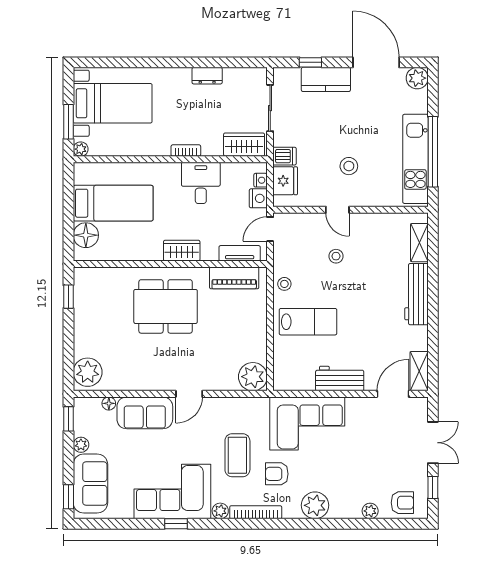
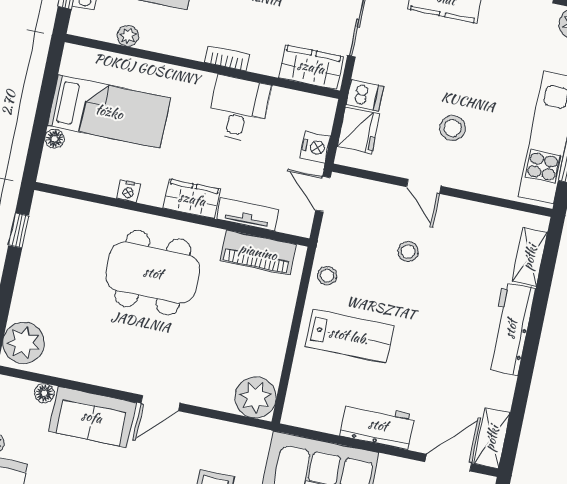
plant: (81, 149) -> (128, 36), moved
nightstand: (261, 180) -> (128, 191), moved, turned 90
door: (270, 229) -> (323, 194), hinge flipped
floor lamp: (86, 235) -> (55, 139), width x0.53, depth x0.53
tv unit: (240, 253) -> (248, 214), moved

